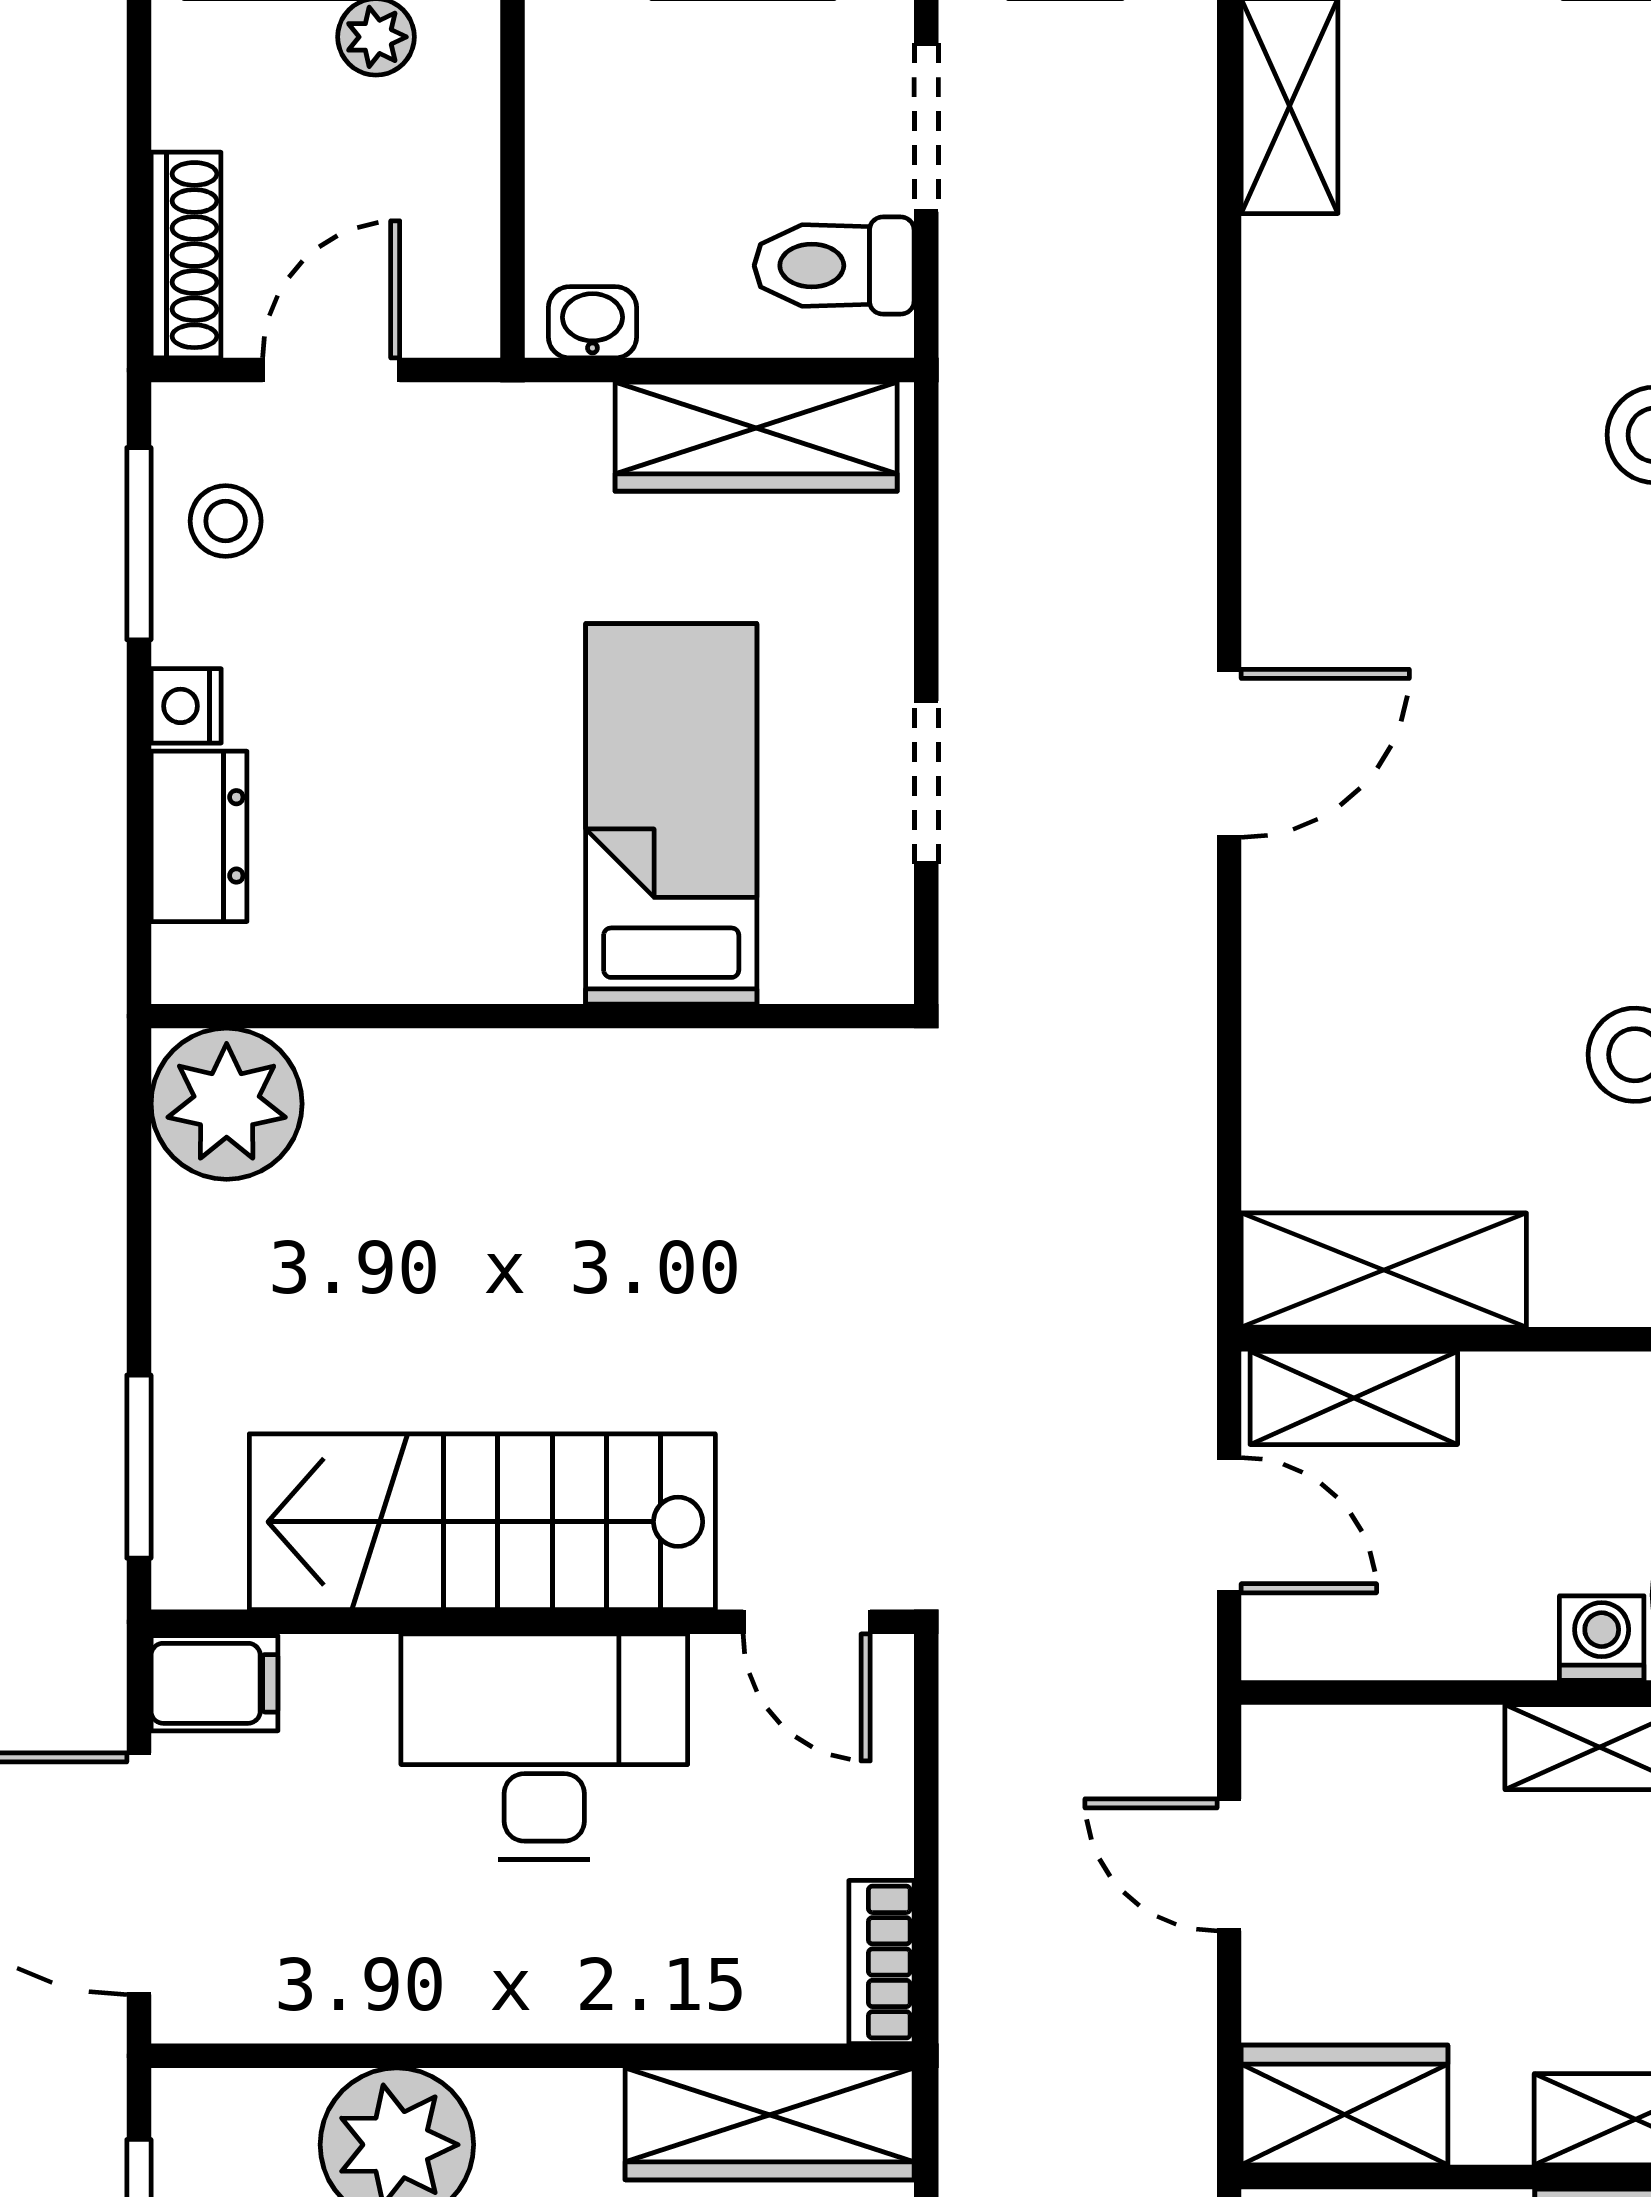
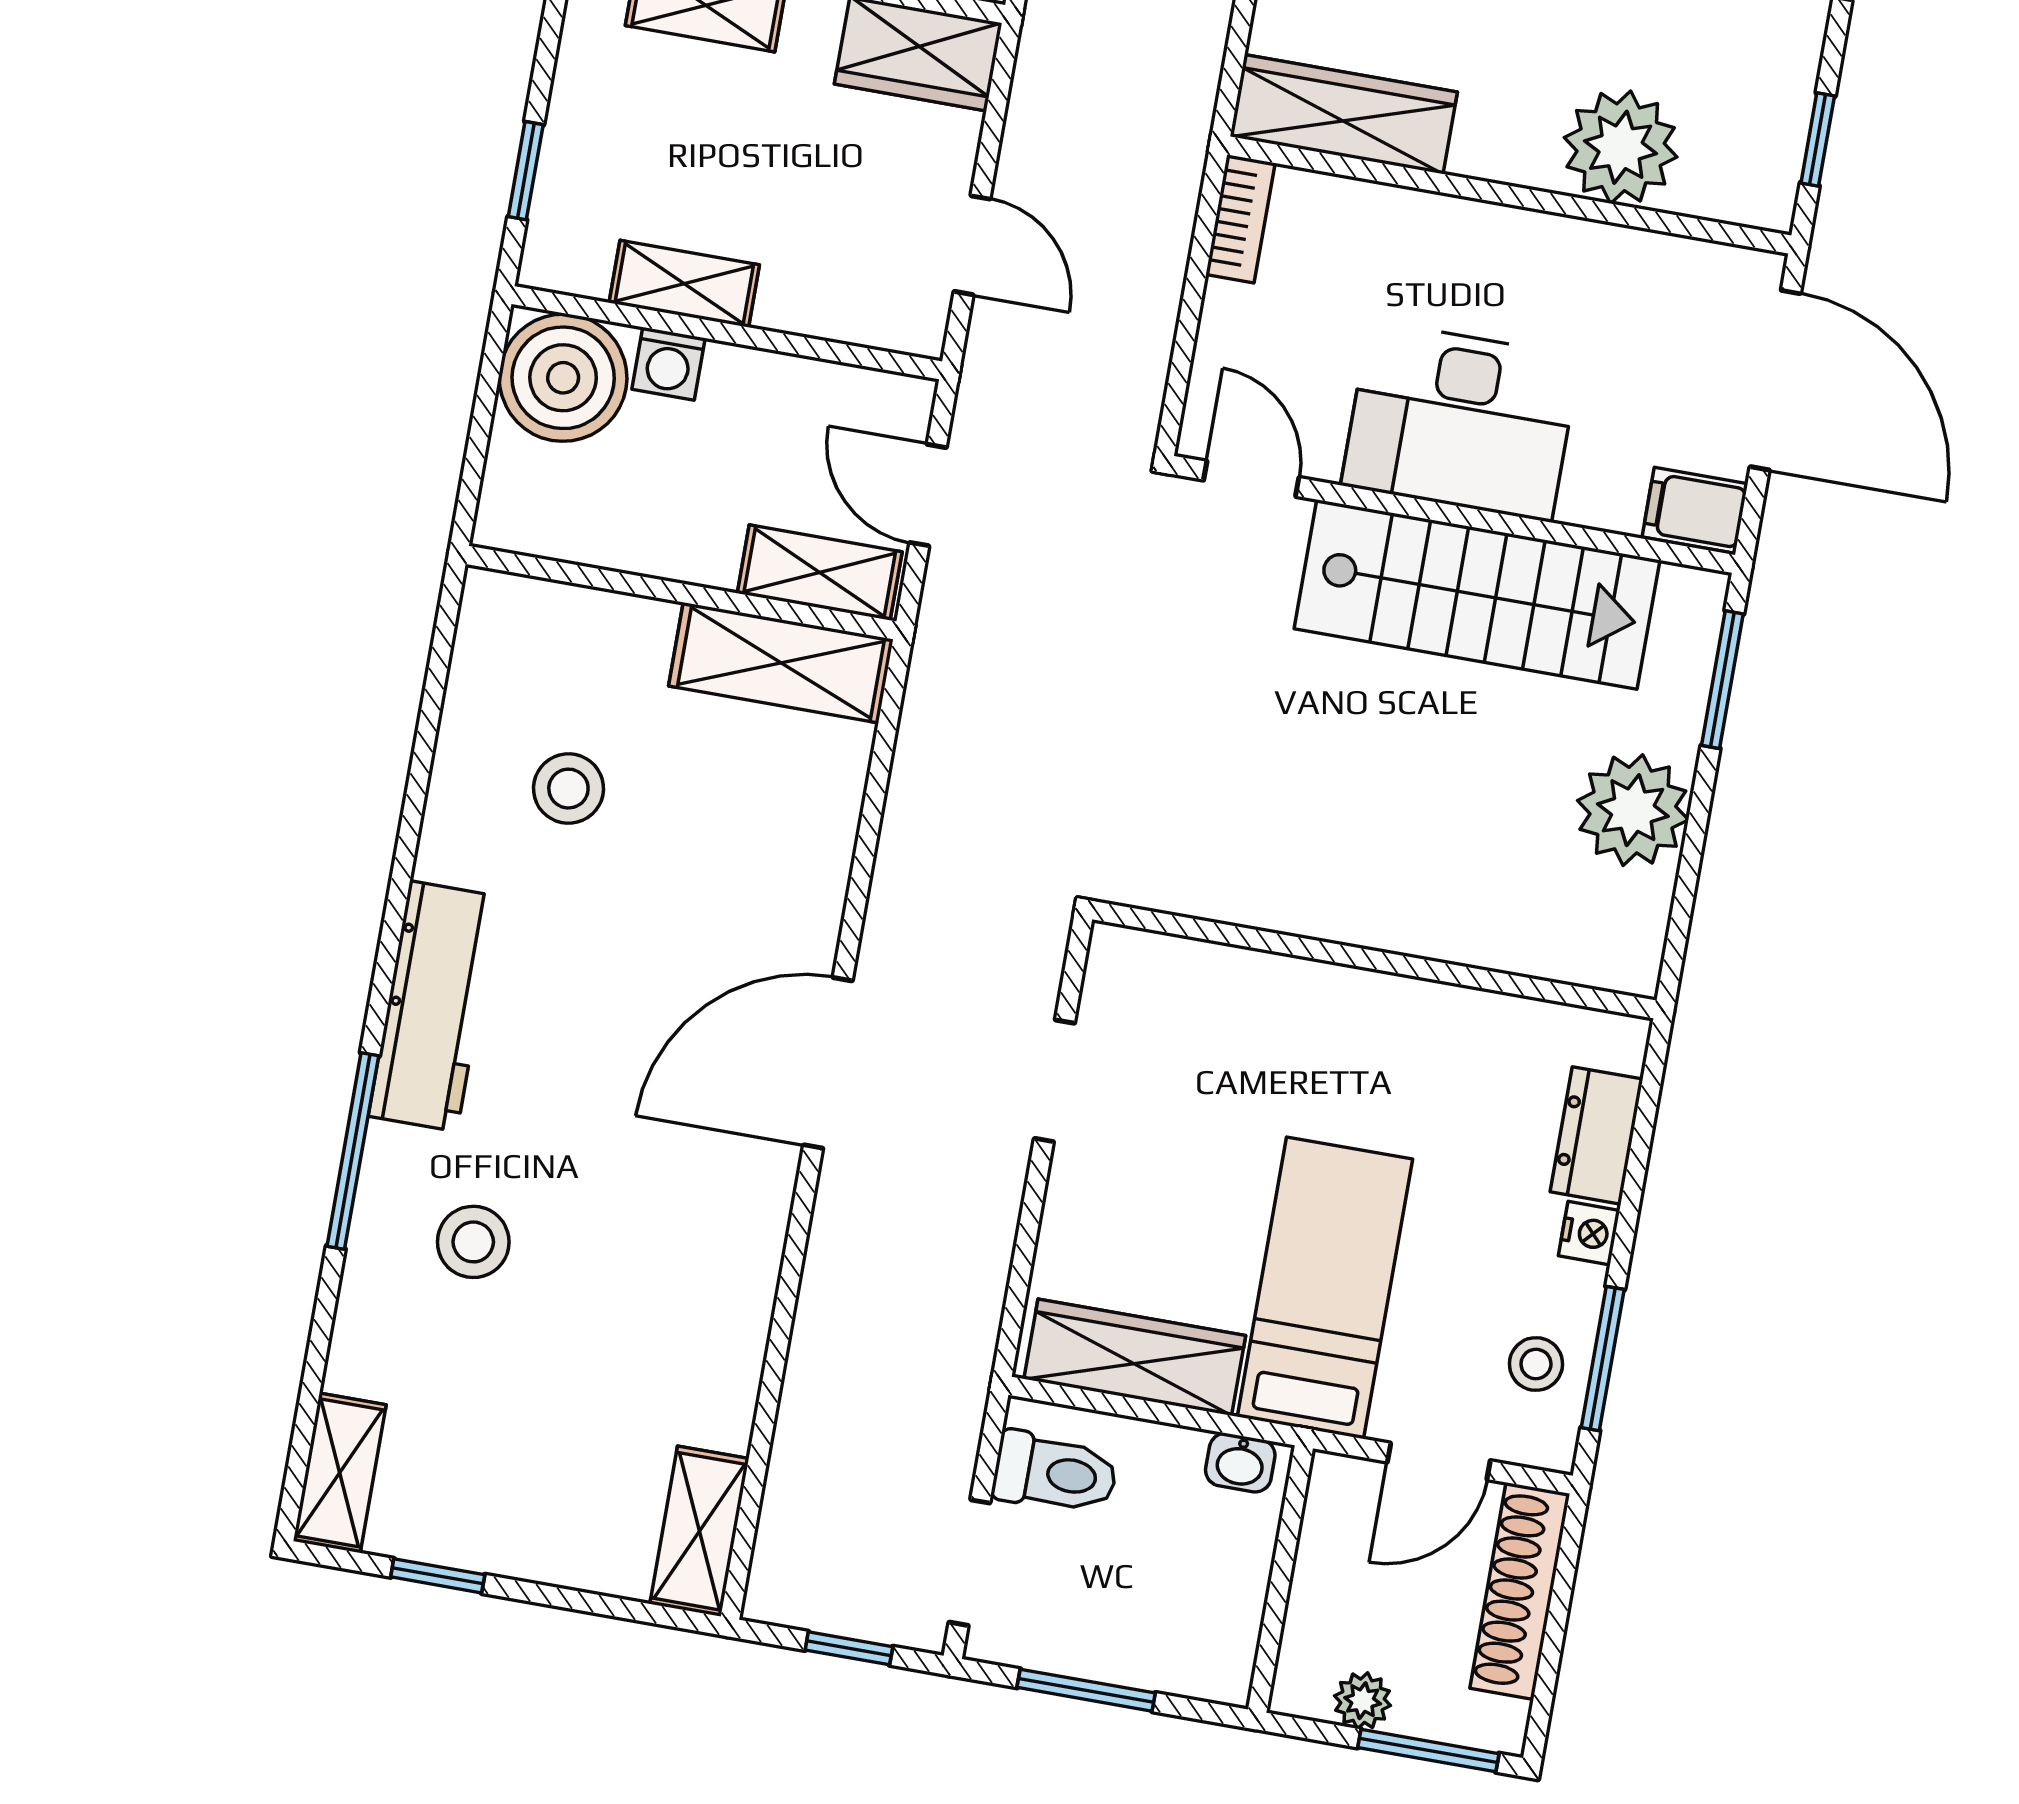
shoe rack: (186, 255) -> (1520, 1591), width x1.36, depth x1.24
door: (1229, 753) -> (828, 1063), width x1.36
bed: (671, 814) -> (1325, 1288), moved, turned 180
plant: (227, 1104) -> (1633, 810), moved

